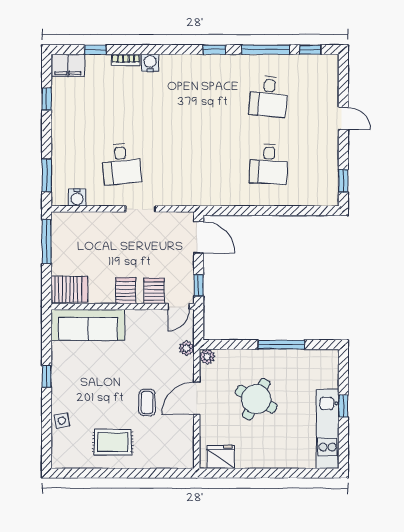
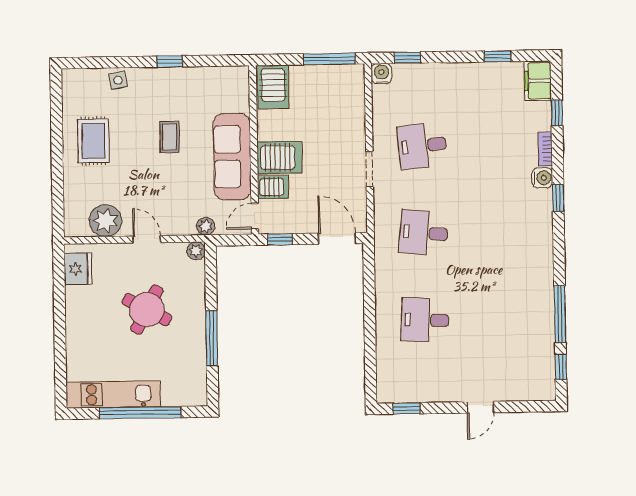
window: (214, 50) -> (558, 198), moved
desk: (269, 96) -> (424, 233), moved
window: (47, 175) -> (407, 58), width x0.67
water cooler: (77, 198) -> (381, 74), moved, turned 90
door: (199, 237) -> (337, 238), swing flipped
server rack: (126, 291) -> (280, 157), width x1.36, depth x1.44
door: (179, 307) -> (255, 216), hinge flipped
sofa: (88, 325) -> (232, 157), moved
door: (197, 398) -> (147, 239), width x0.73
coffee table: (147, 403) -> (169, 137), moved, turned 90
window: (343, 406) -> (140, 413), width x3.17
plant: (180, 433) -> (106, 221), added

